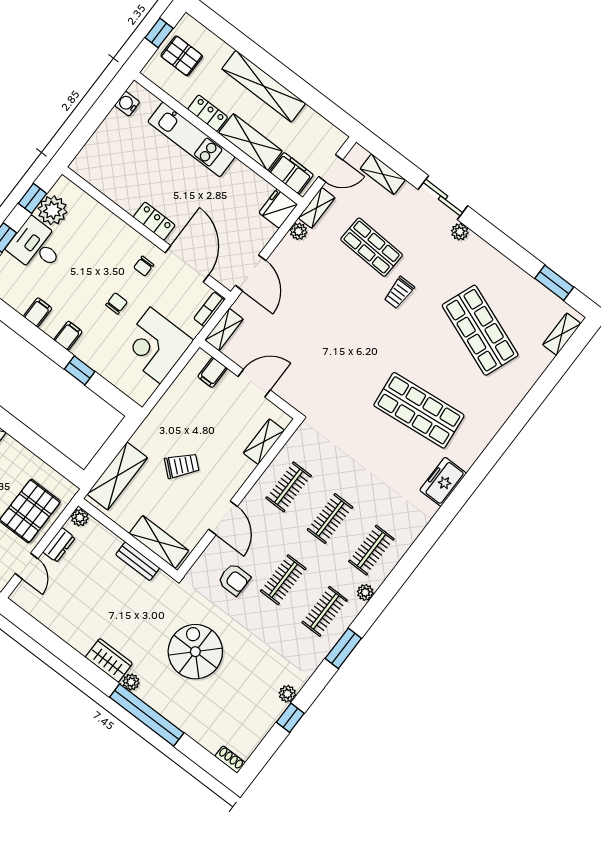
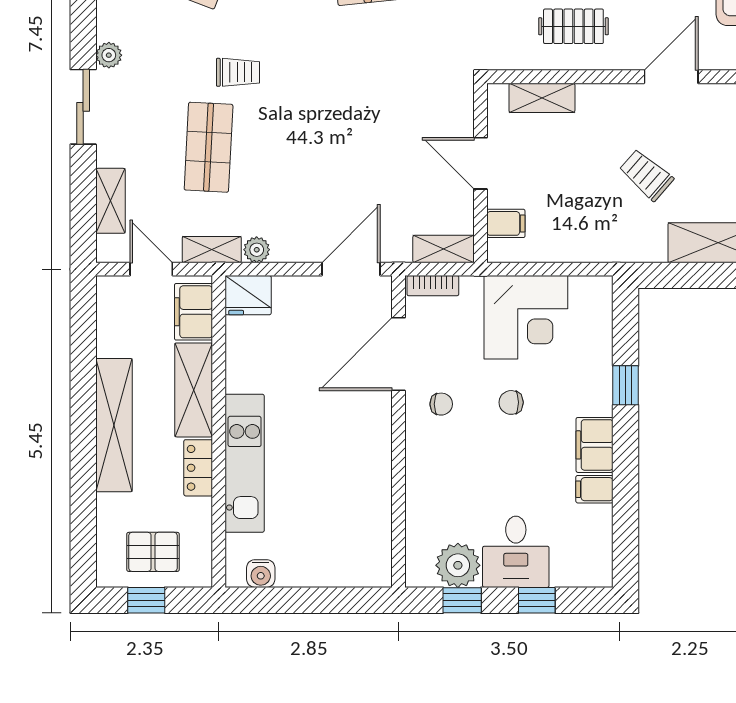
pallet: (182, 56) -> (153, 552), turned 90
locker: (154, 221) -> (377, 433), removed
filing cabinet: (68, 336) -> (595, 445), width x2.00

